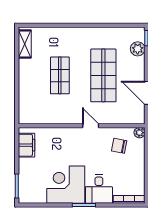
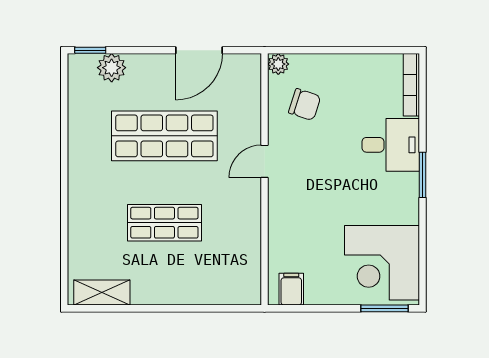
filing cabinet: (26, 145) -> (291, 289), width x0.50
chair: (119, 146) -> (305, 105), turned -83
corner desk: (66, 185) -> (382, 263), moved

